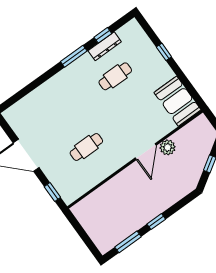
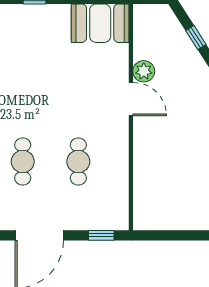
cafe table: (115, 76) -> (23, 162), moved

